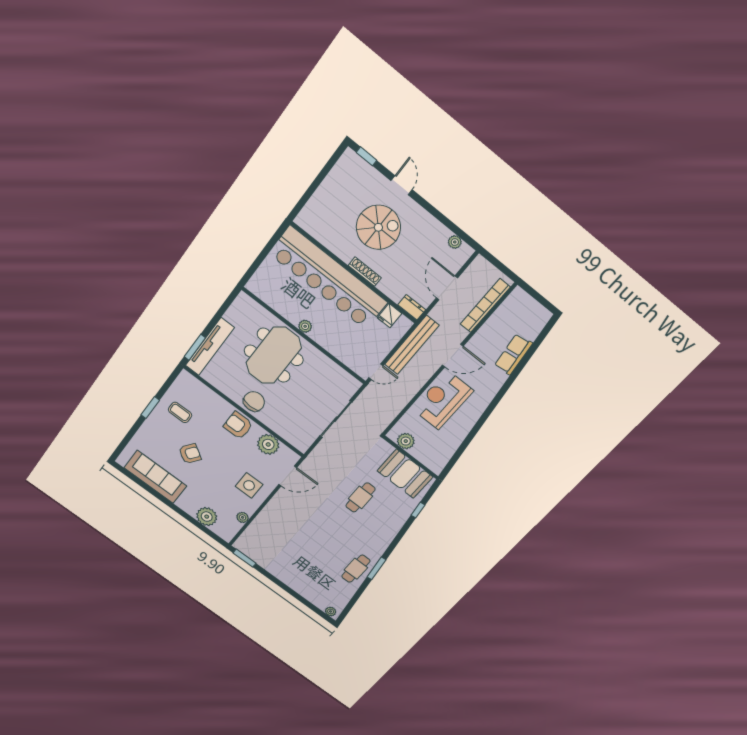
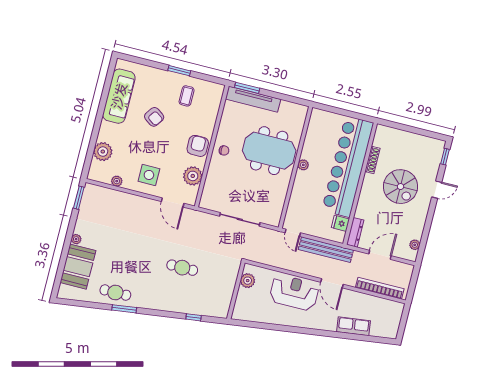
shoe rack: (365, 272) -> (372, 160), moved
dresser: (412, 307) -> (355, 232), width x1.44
chair: (254, 401) -> (224, 150), width x0.54, depth x0.54
booth: (405, 474) -> (78, 267), moved
plant: (331, 611) -> (76, 239), moved

